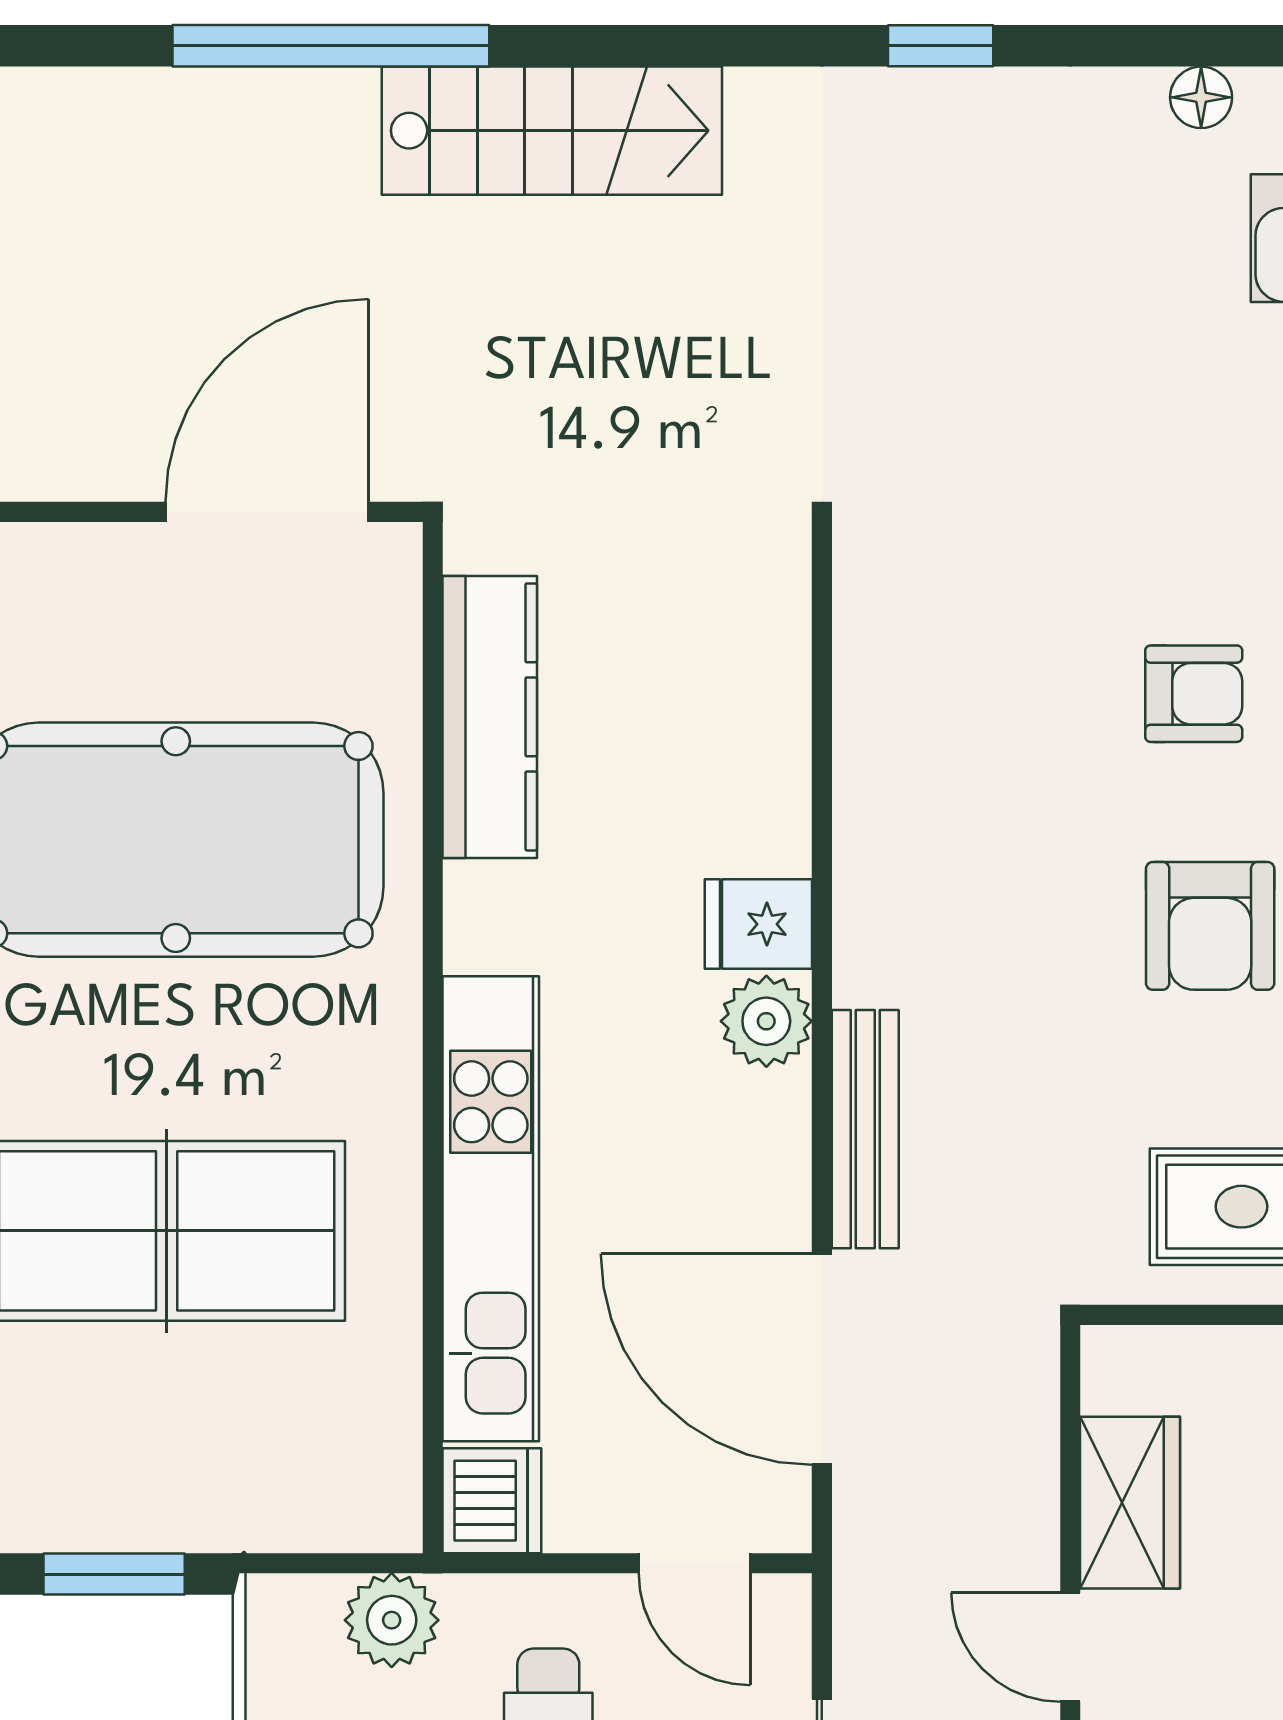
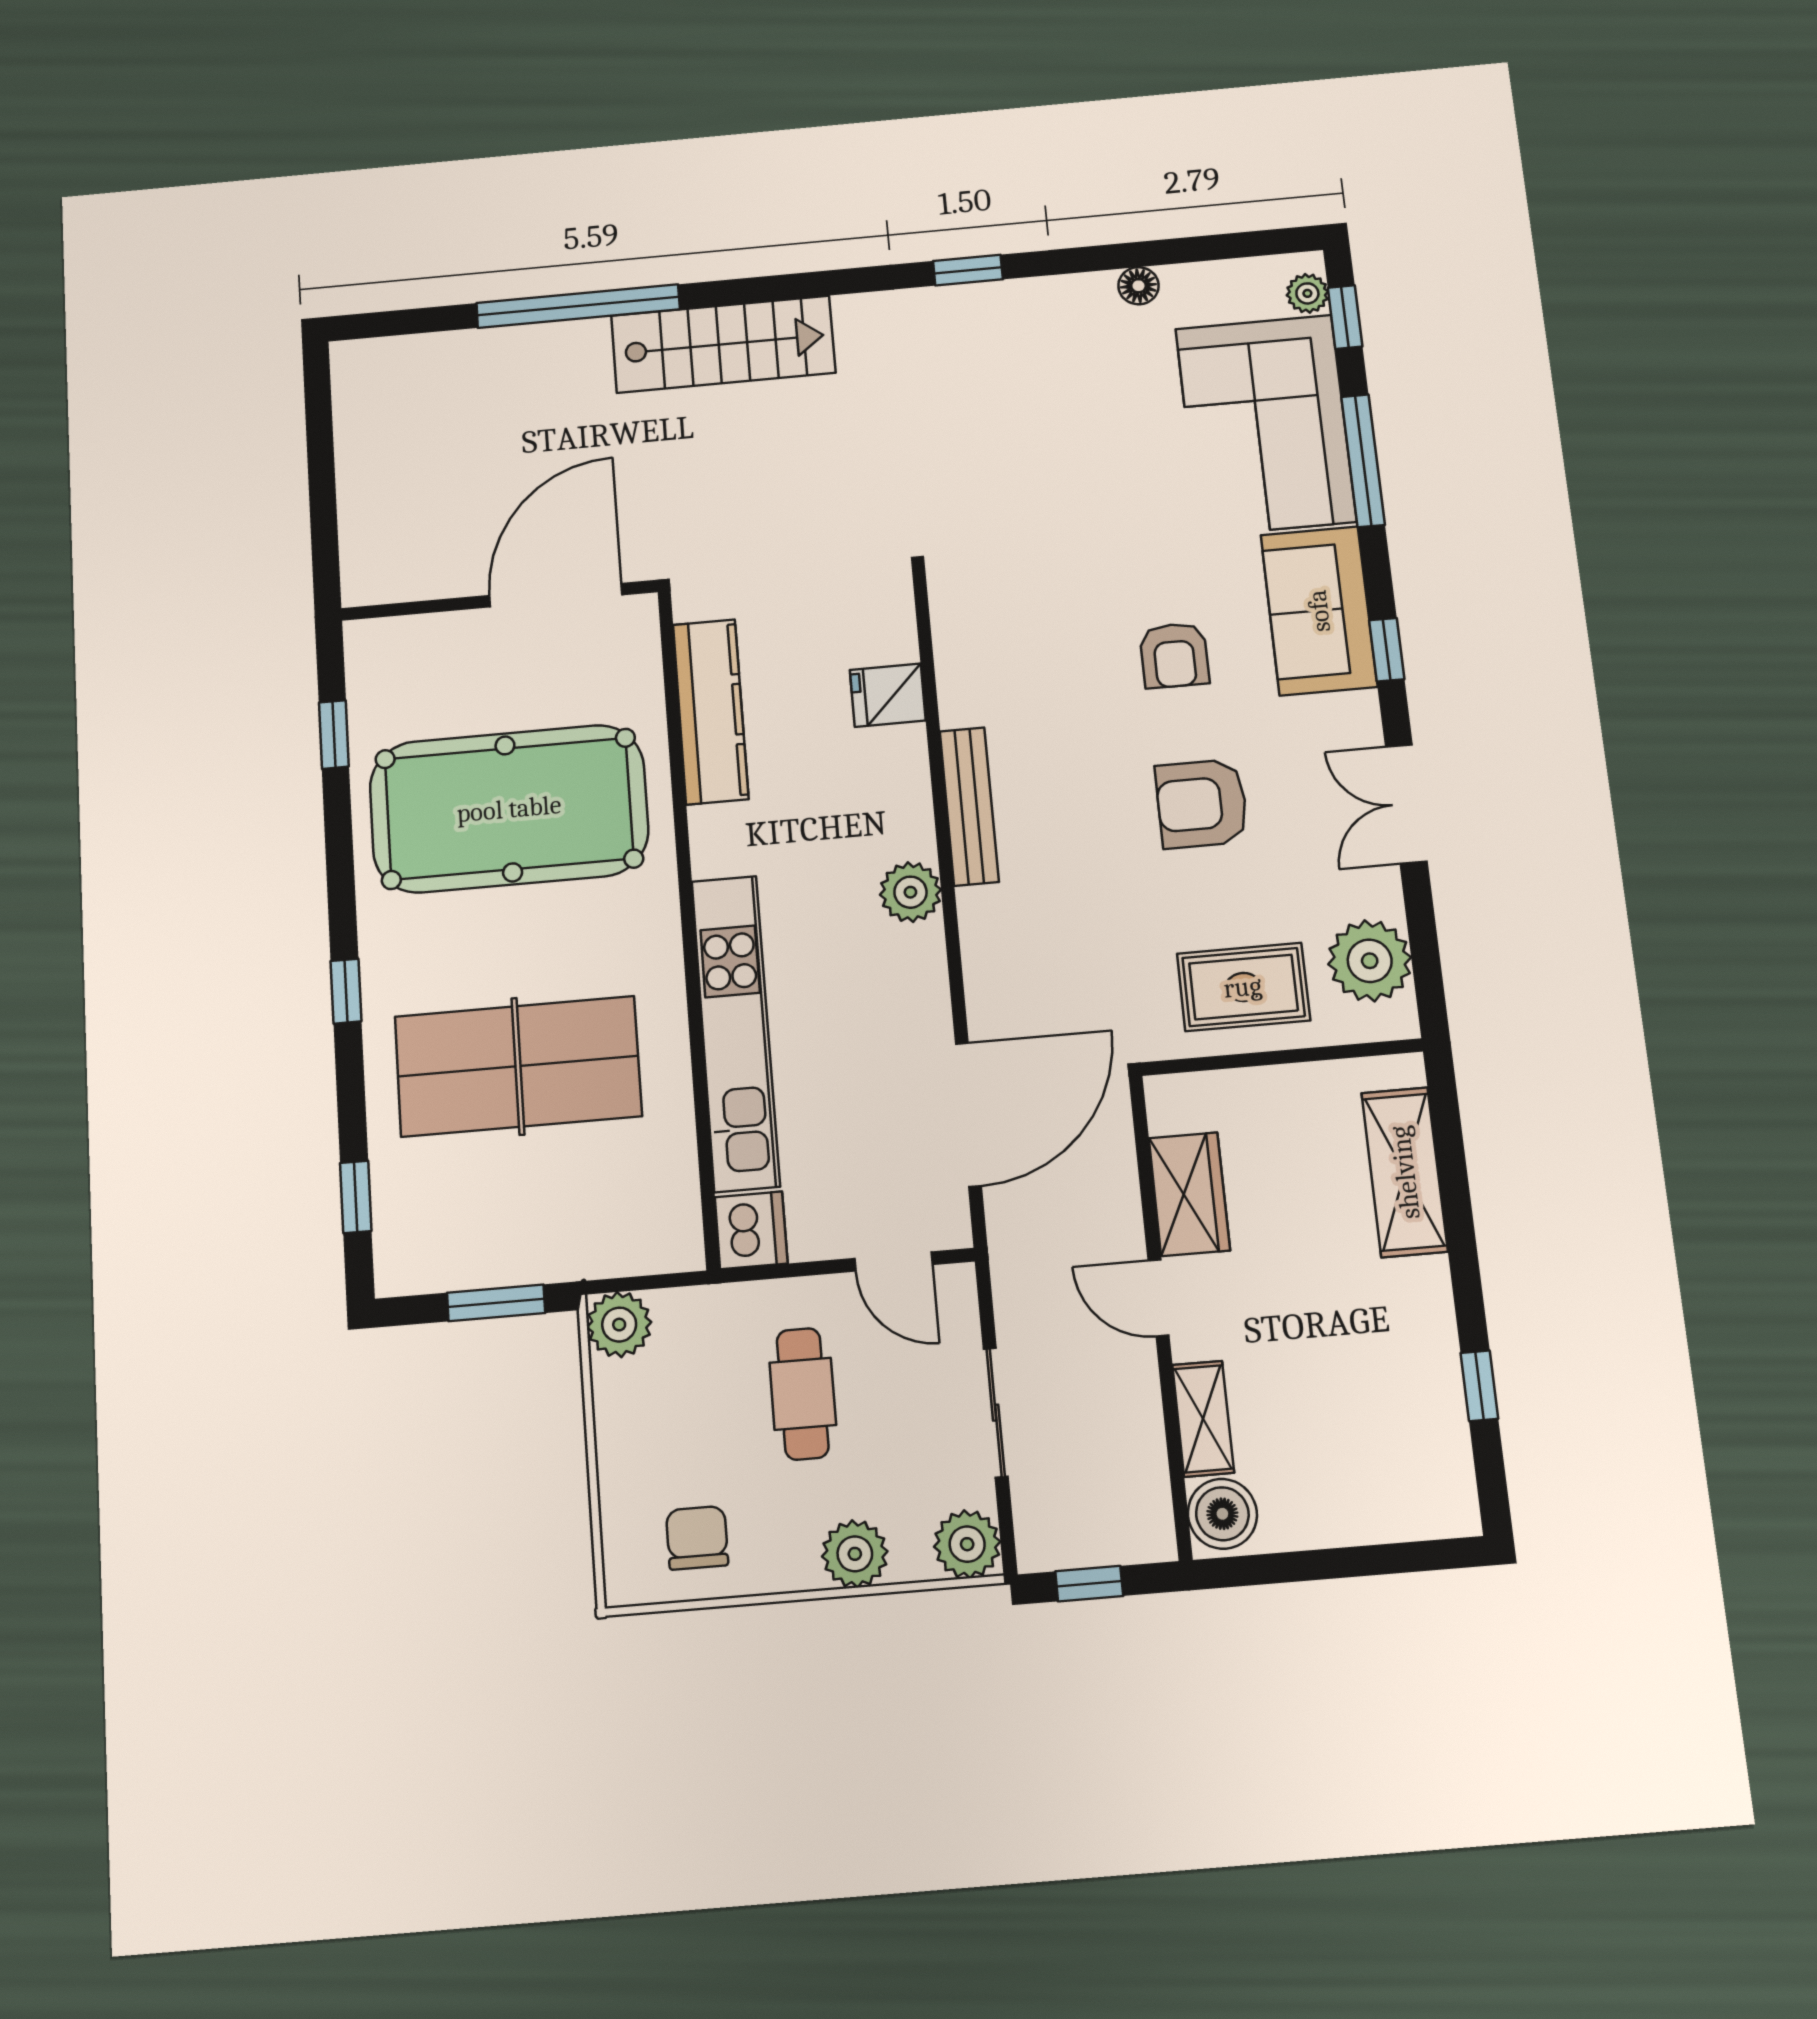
armchair: (1194, 694) -> (1174, 655), turned 90
fridge: (758, 924) -> (888, 695), moved
armchair: (1210, 926) -> (1202, 804), turned 90
bench: (865, 1129) -> (969, 806), moved
door: (822, 1359) -> (968, 1114), swing flipped
plant: (392, 1620) -> (619, 1325), moved

